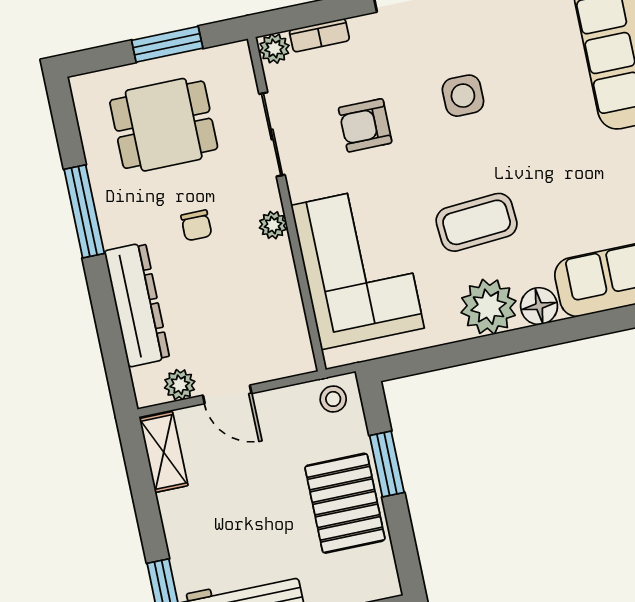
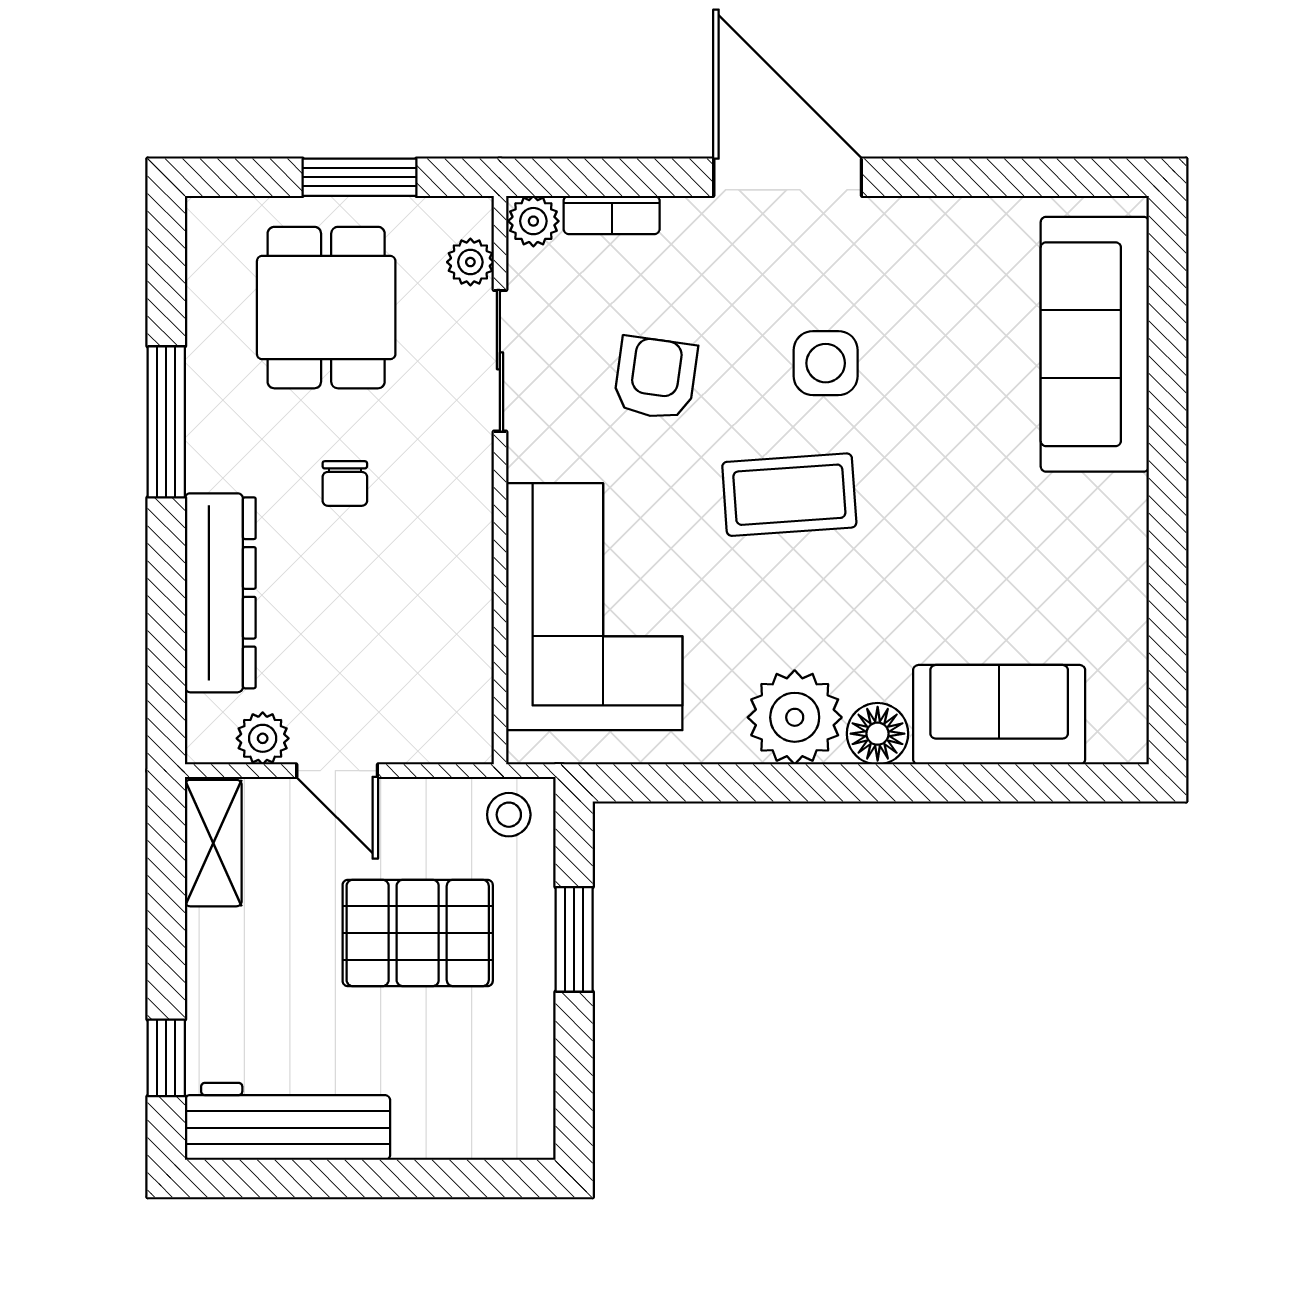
dining table: (164, 125) -> (326, 308), turned 90
armchair: (365, 125) -> (655, 378), turned 98
coffee table: (477, 222) -> (789, 495), moved
plant: (273, 225) -> (470, 262), moved
pallet: (345, 503) -> (418, 933), moved, turned 90

